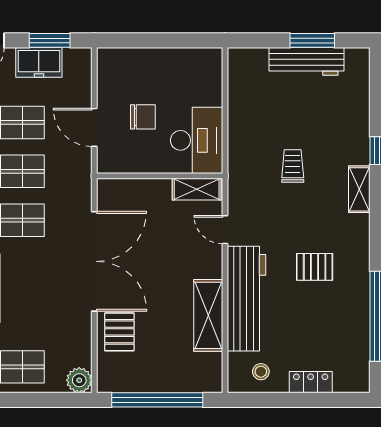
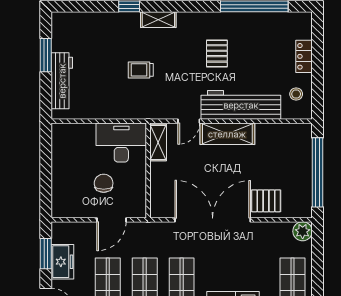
workbench: (306, 61) -> (62, 81), moved
shelving: (208, 315) -> (227, 134), moved

